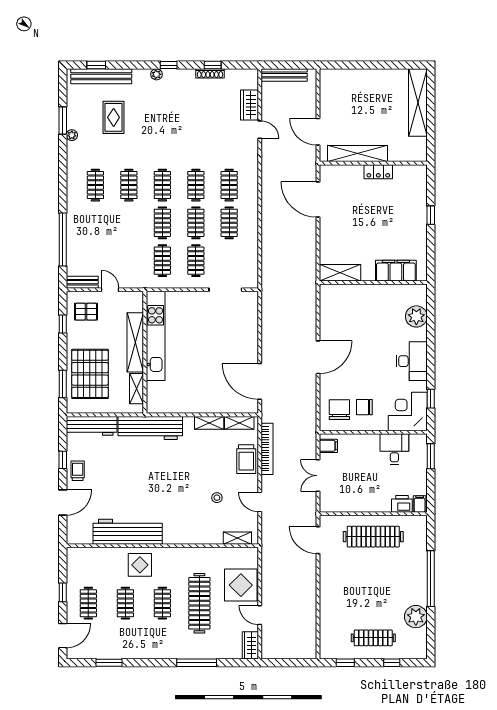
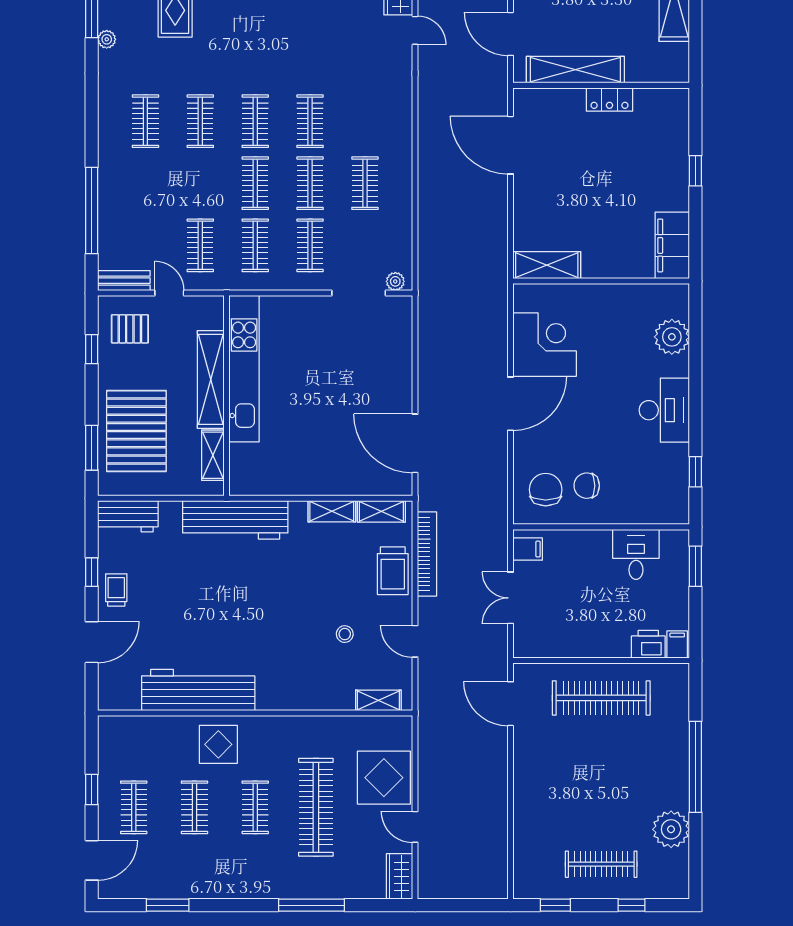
clothes rail: (229, 185) -> (200, 245), moved
filing cabinet: (396, 271) -> (672, 245), moved, turned -90
plant: (248, 283) -> (395, 281), added
corner desk: (408, 412) -> (545, 345), moved, turned 90
workbench: (92, 426) -> (128, 516), width x0.73

